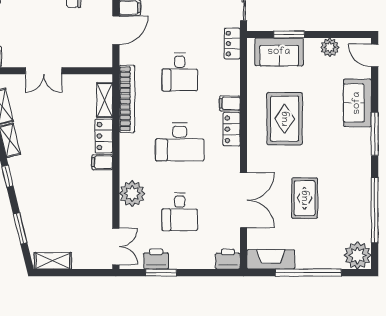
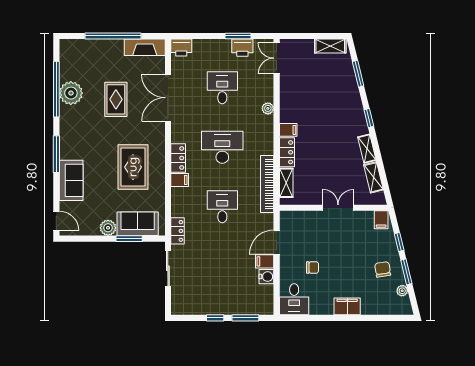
plant: (330, 47) -> (108, 228), moved
plant: (132, 194) -> (268, 108), width x0.53, depth x0.53
plant: (358, 255) -> (71, 93), moved

